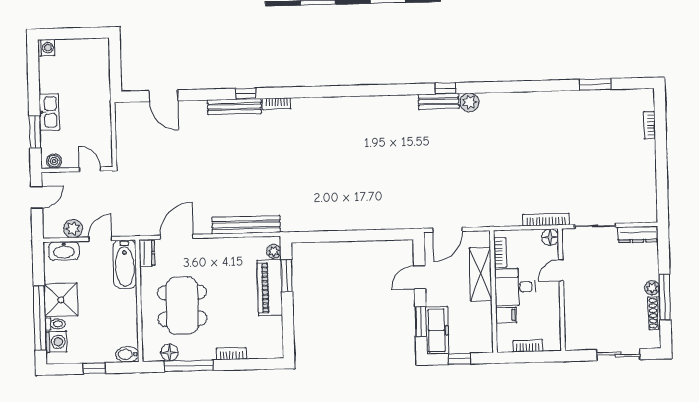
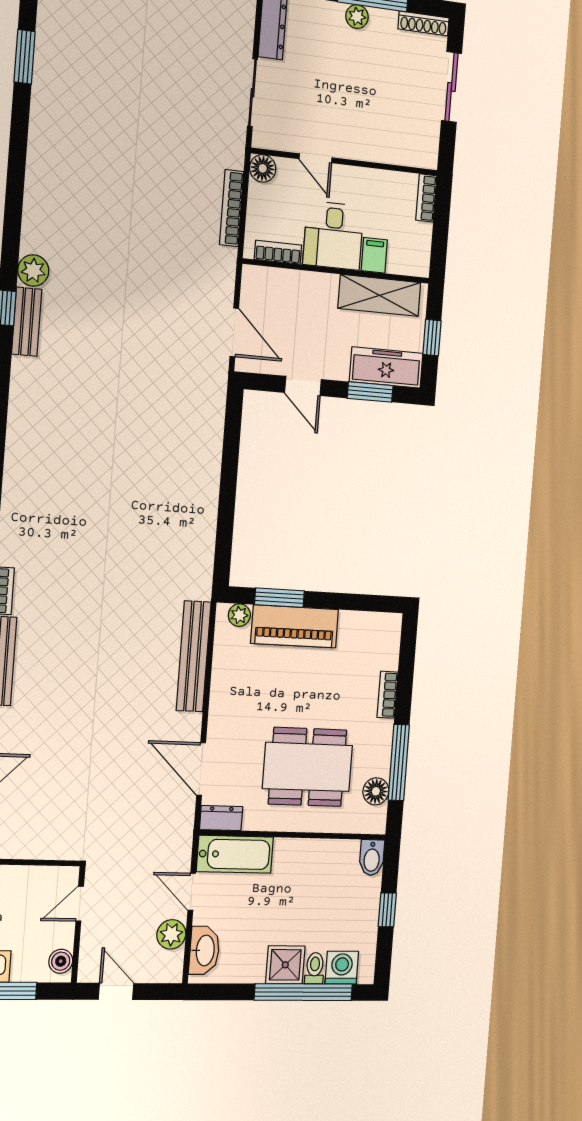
bookcase: (546, 220) -> (232, 208), moved
shelving: (481, 274) -> (379, 295), moved
shower: (61, 300) -> (285, 965), width x0.73, depth x0.73
shoe rack: (654, 313) -> (424, 23), moved
bookcase: (528, 346) -> (426, 198), moved

